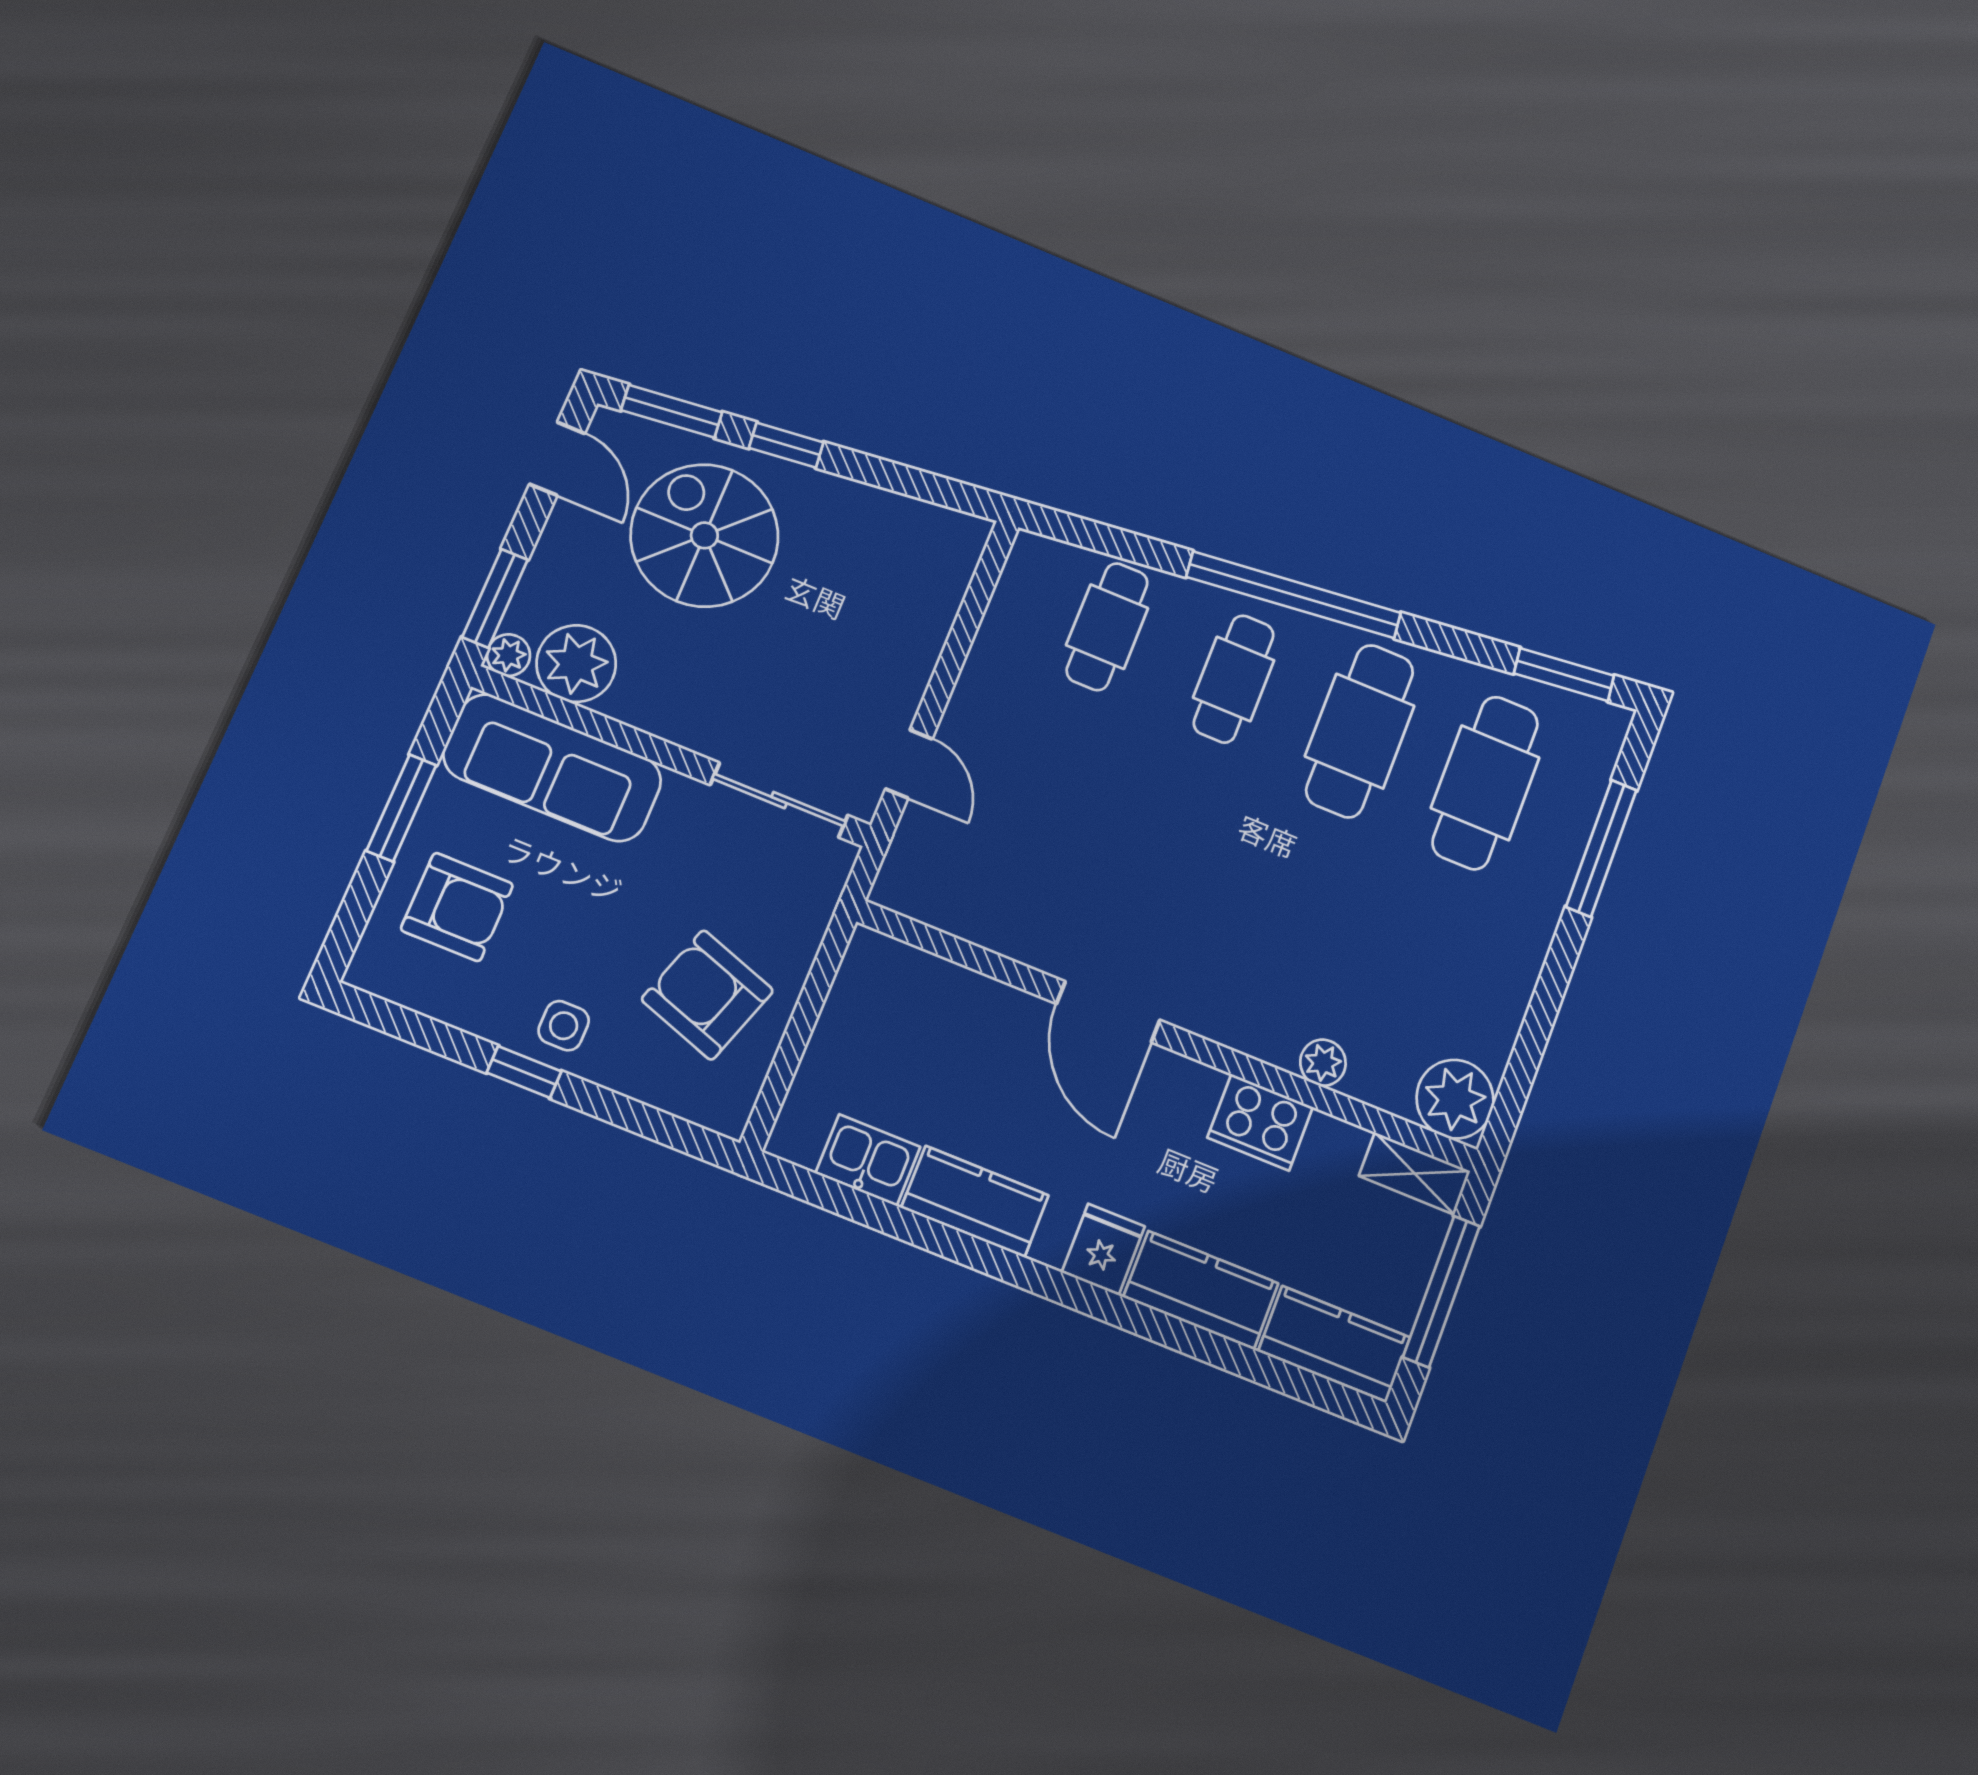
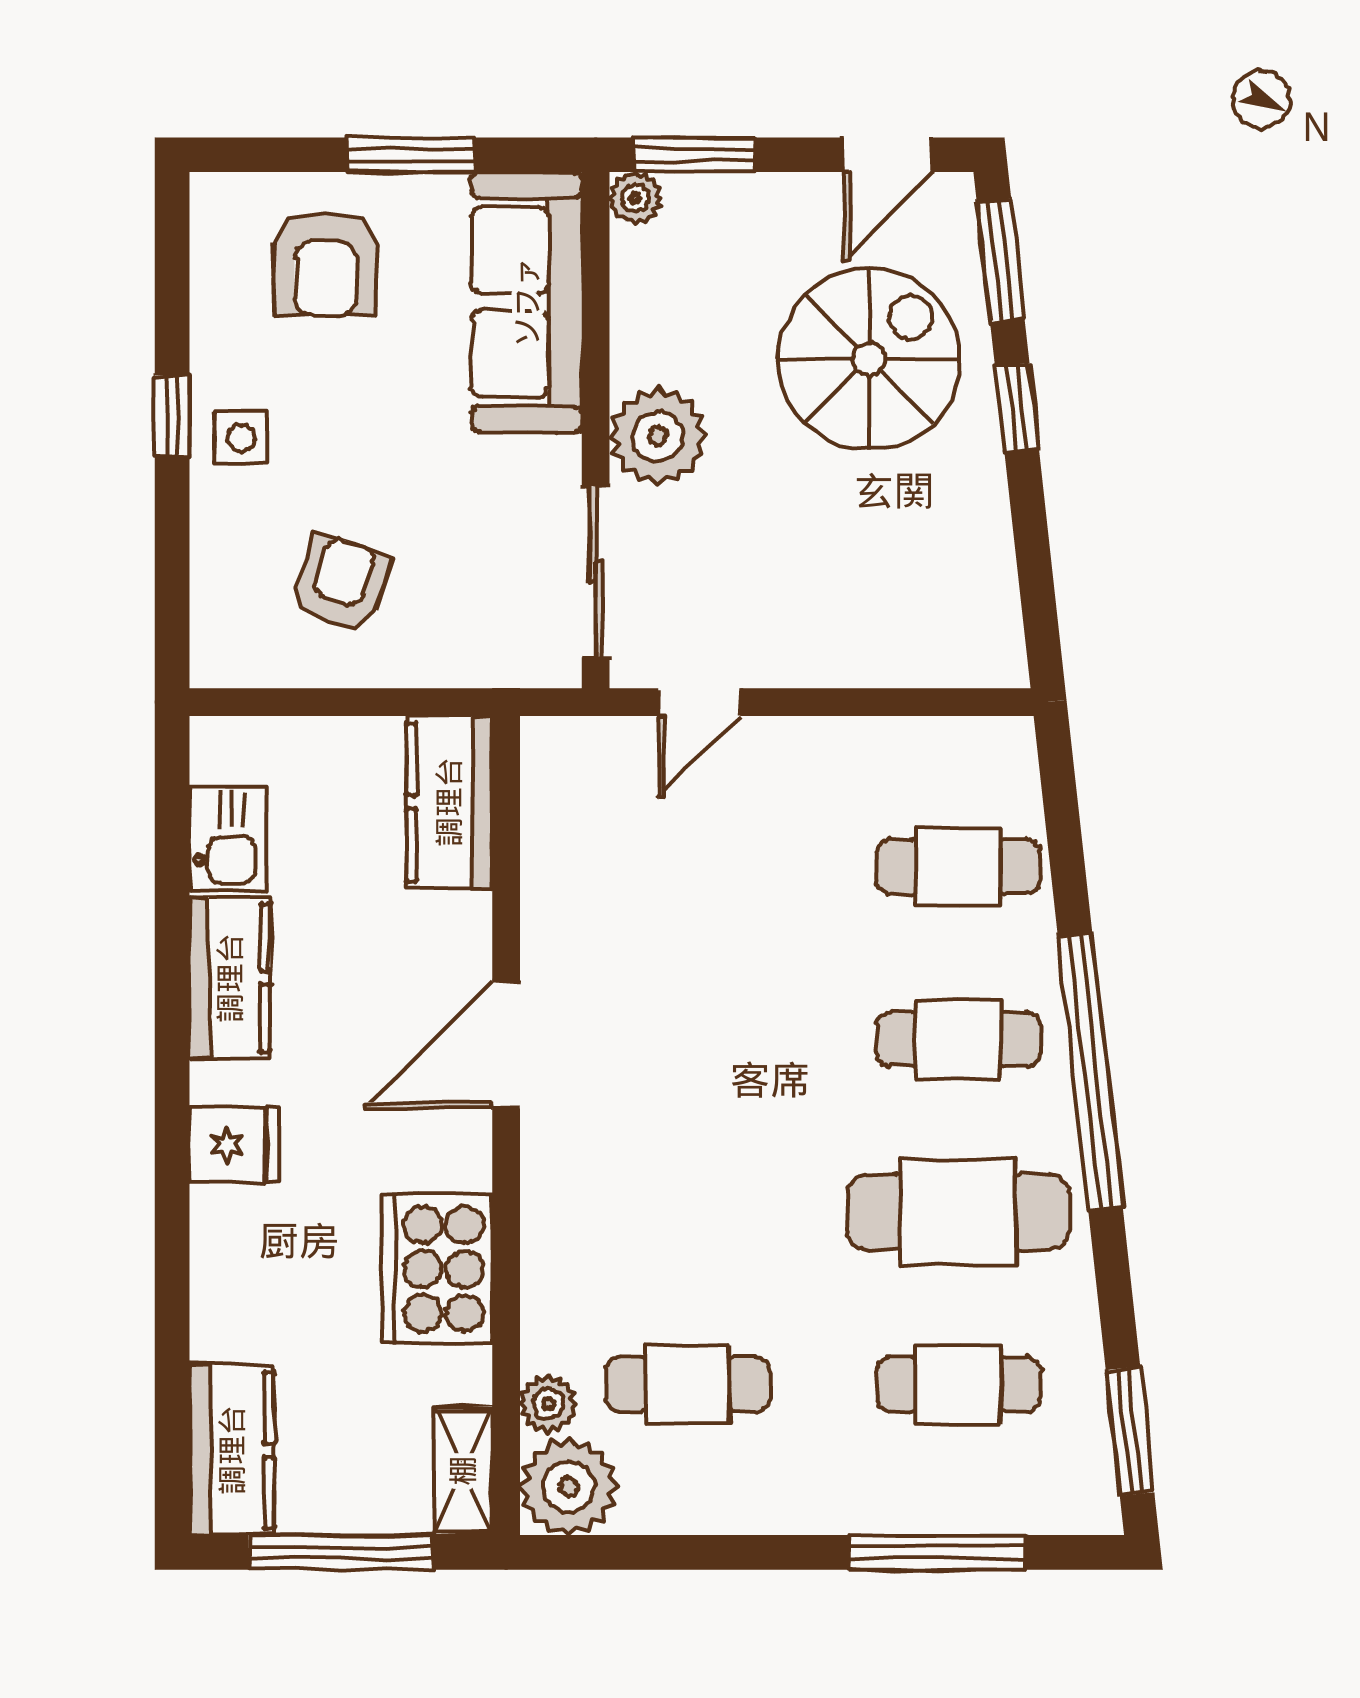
plant: (576, 664) -> (658, 436), moved
cafe table: (1485, 783) -> (958, 1384), width x0.73, depth x0.74
cafe table: (1412, 980) -> (687, 1384), added
armchair: (707, 995) -> (340, 583), width x0.72, depth x0.72
plant: (1323, 1063) -> (548, 1404), moved
cooker: (1260, 1122) -> (437, 1269), width x1.37, depth x1.31
kitchen counter: (1201, 1290) -> (449, 802), moved, turned 180

